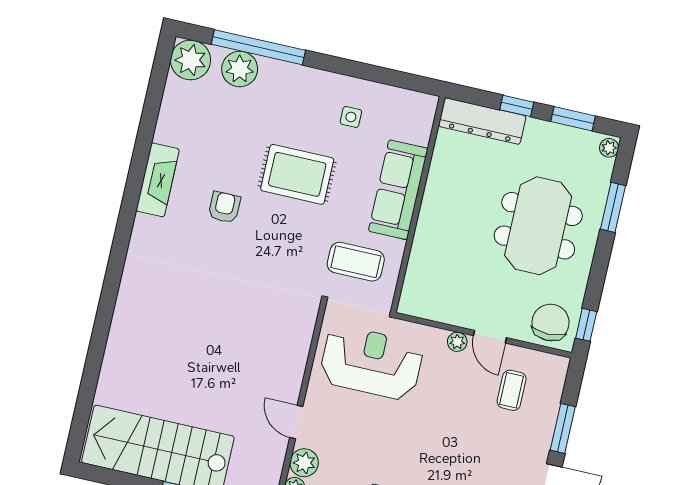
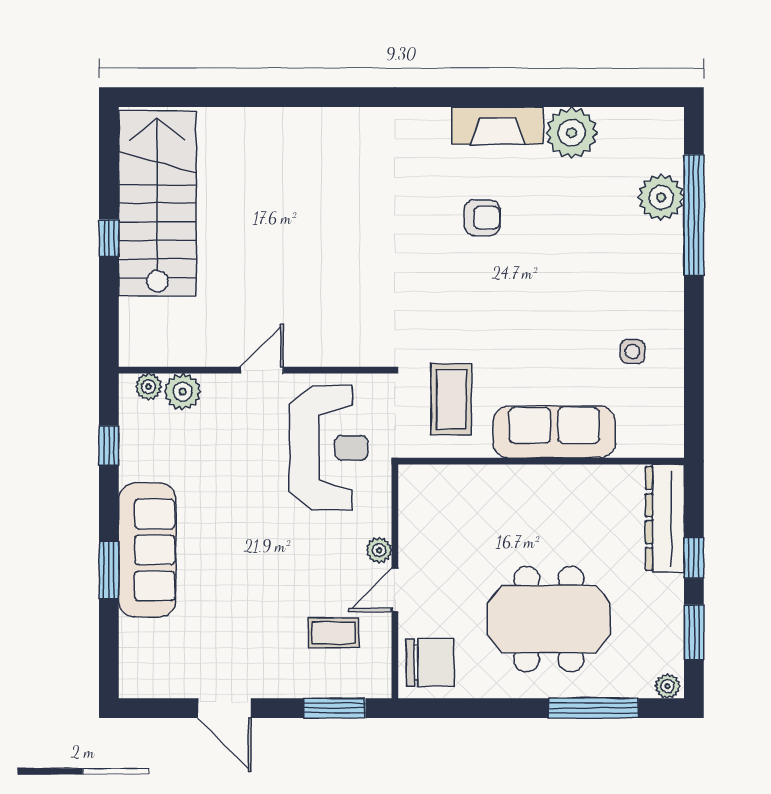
plant: (191, 60) -> (572, 133), moved
rug: (297, 174) -> (545, 300), removed
window: (613, 207) -> (593, 708), width x1.44
window: (586, 325) -> (438, 708), removed
door: (296, 422) -> (262, 370), moved
window: (563, 428) -> (334, 708), moved

